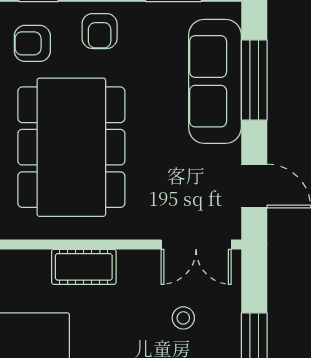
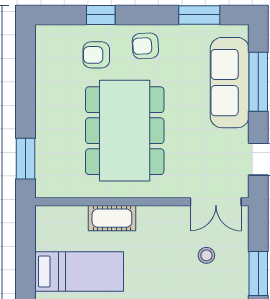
armchair: (100, 31) -> (145, 46), turned 87
cot: (84, 267) -> (112, 218), moved

